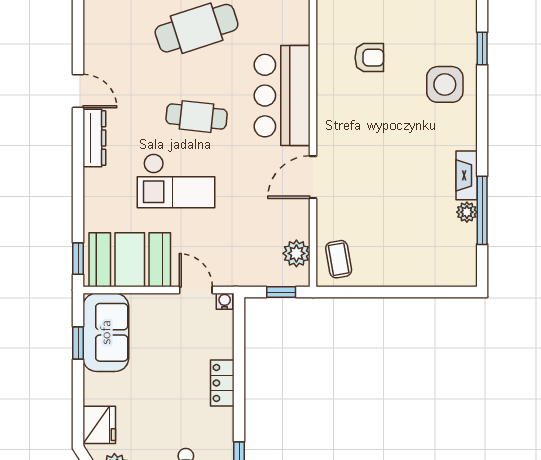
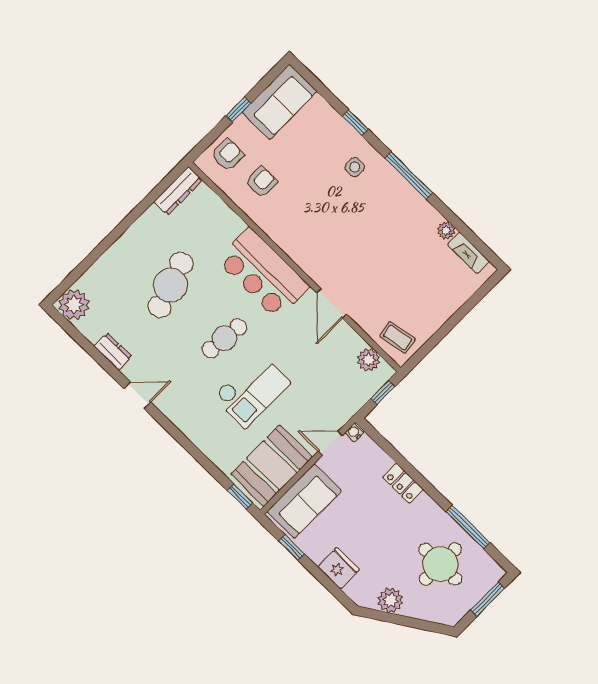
armchair: (369, 58) -> (262, 182), moved
side table: (445, 84) -> (355, 167), width x0.54, depth x0.54
dresser: (94, 138) -> (113, 351), moved, width x0.70
fireplace: (467, 175) -> (468, 253), moved
window: (482, 210) -> (409, 175), moved
sofa: (106, 332) -> (304, 501), moved, turned 90
fridge: (99, 425) -> (338, 568), moved

